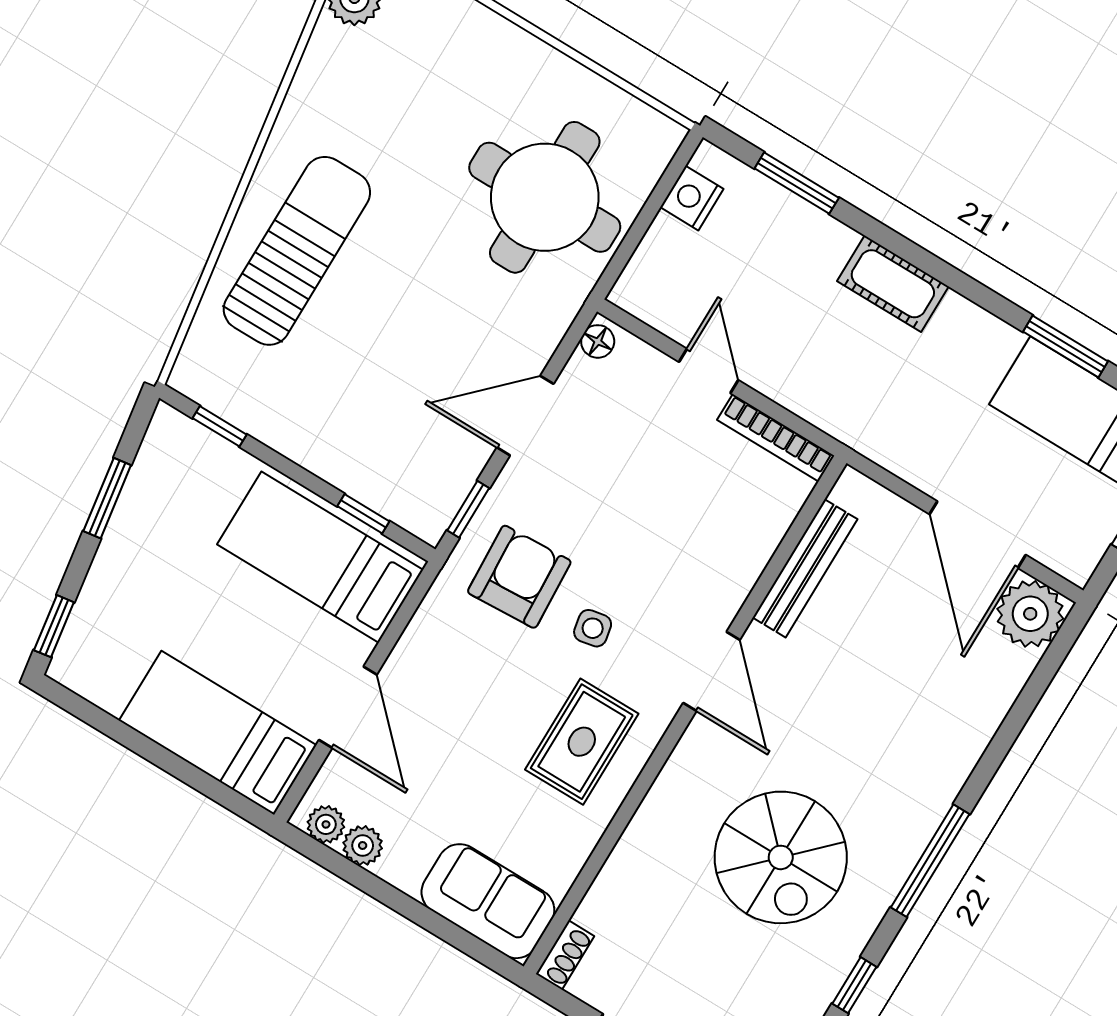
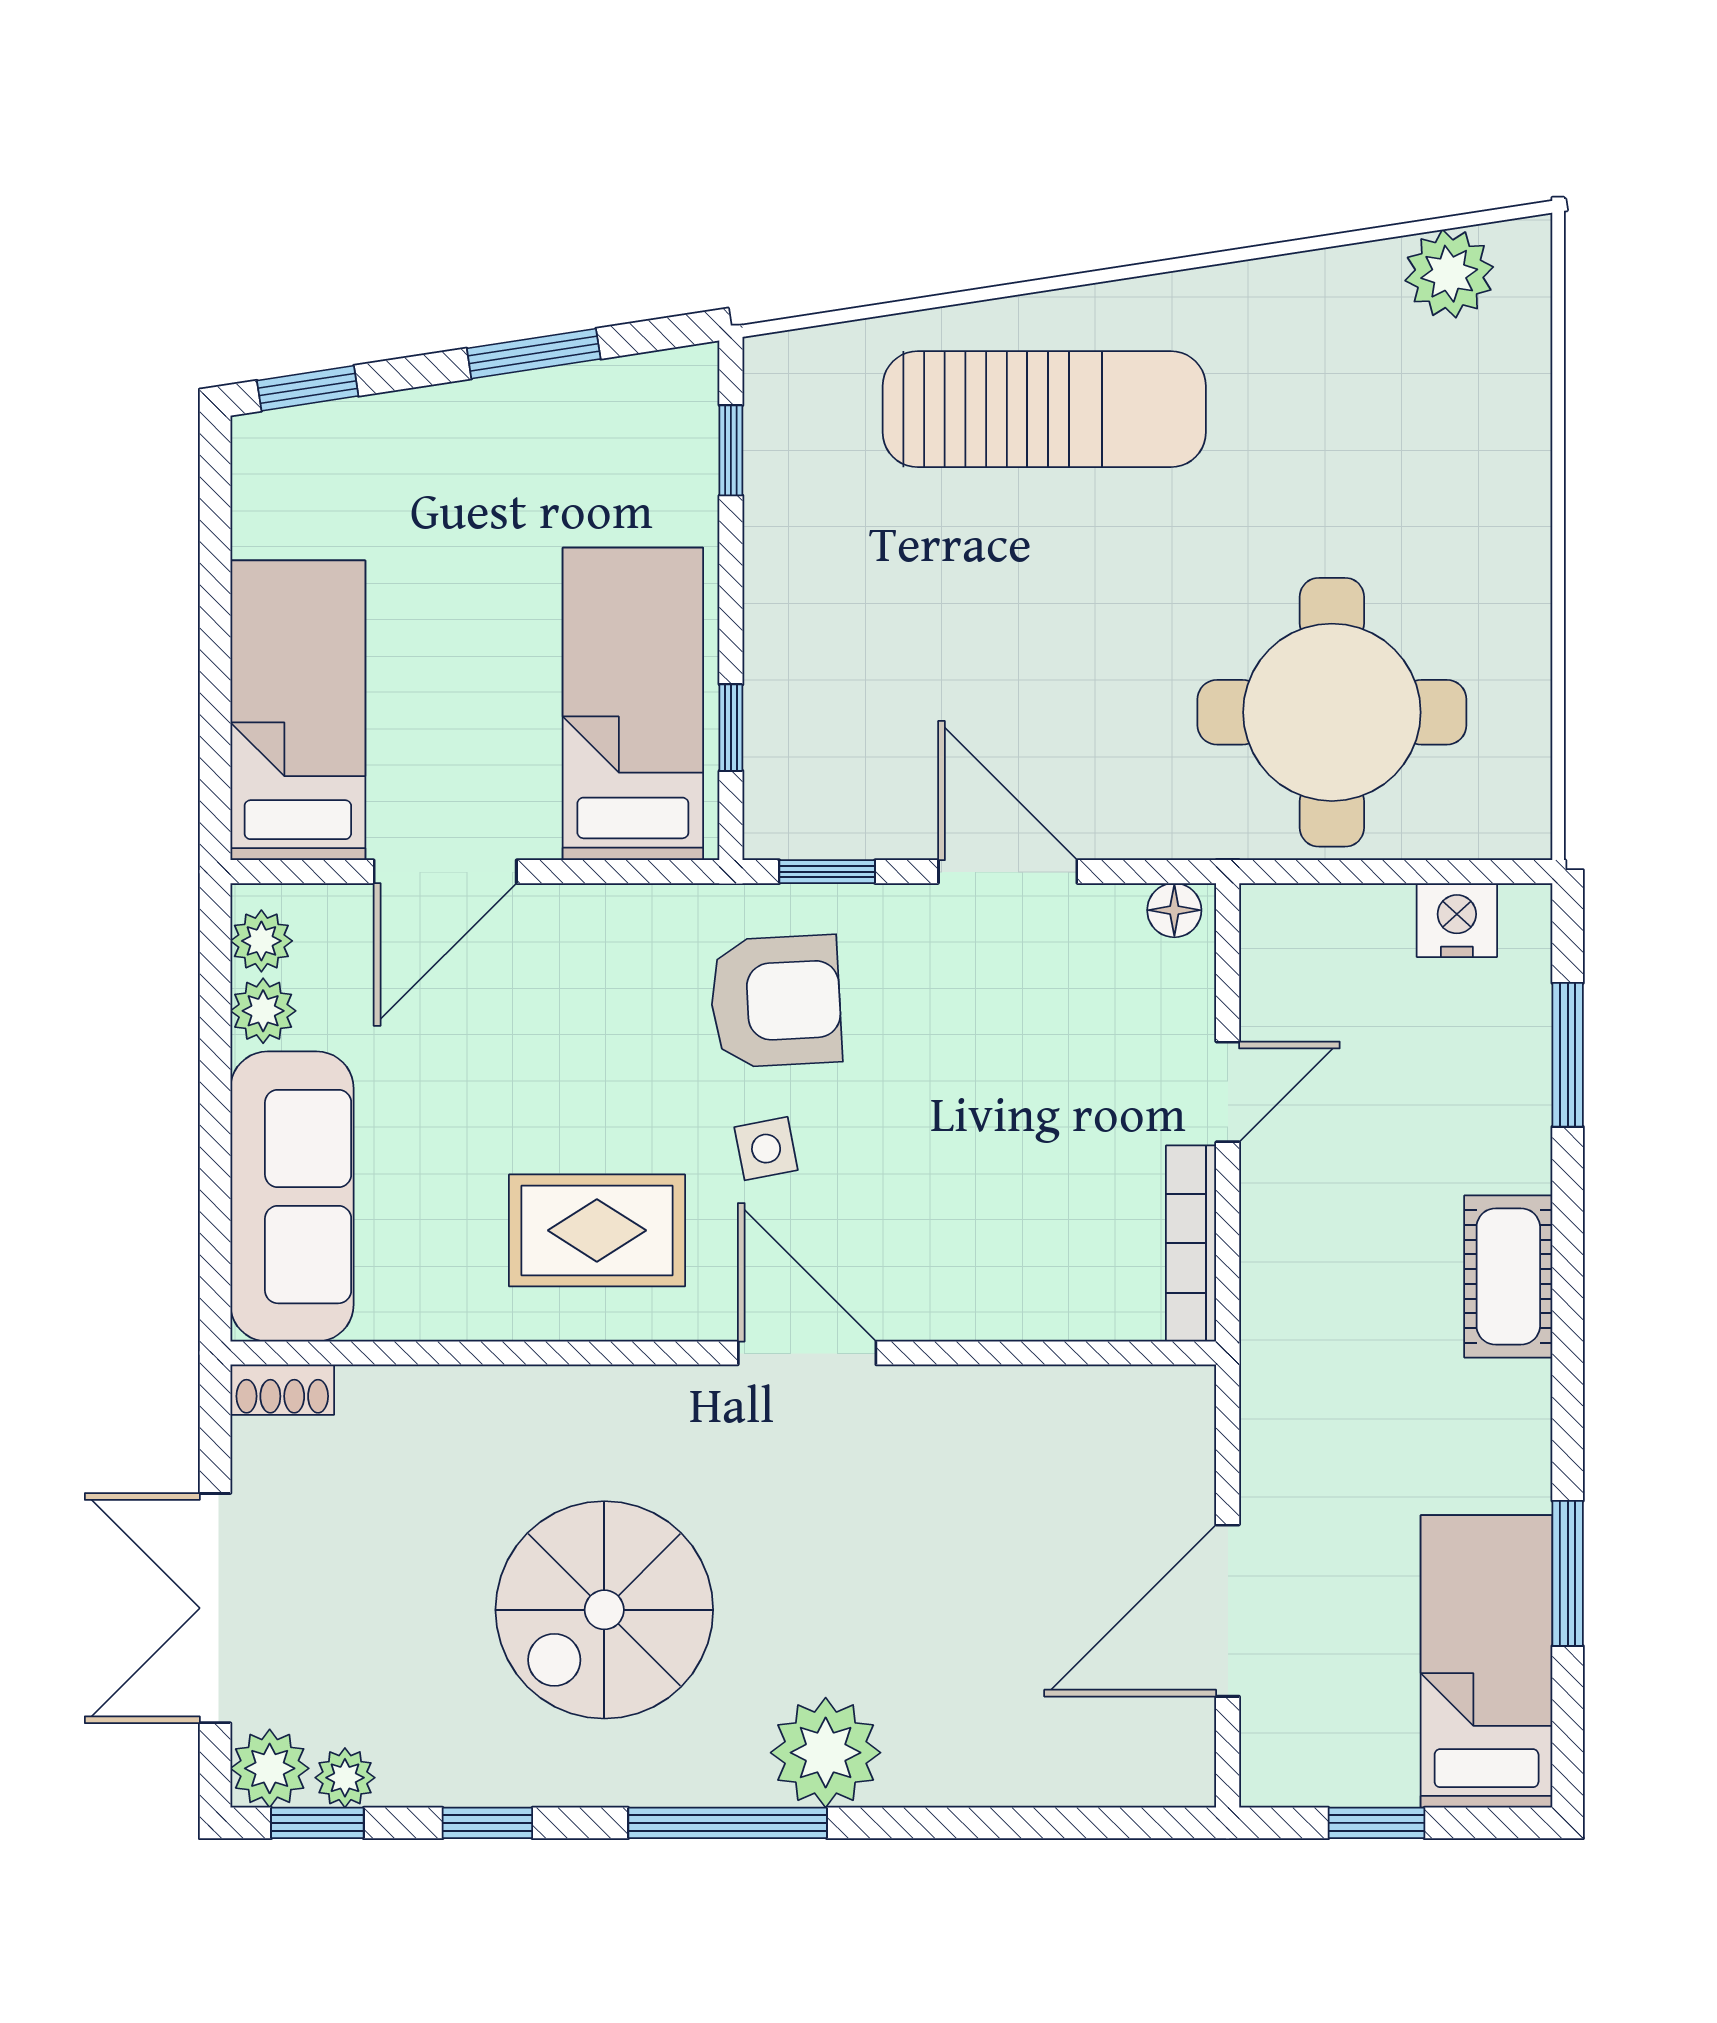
bench: (805, 568) -> (1032, 1396), removed
plant: (1030, 614) -> (826, 1753), moved
door: (712, 671) -> (807, 1353), swing flipped
sofa: (488, 901) -> (292, 1197), width x1.36

